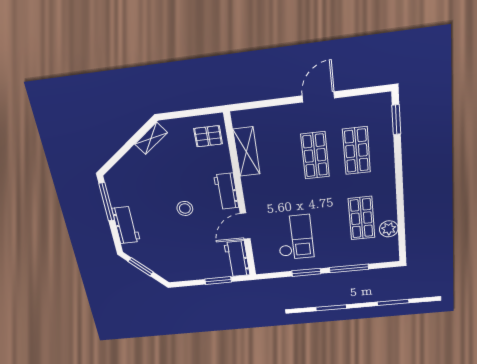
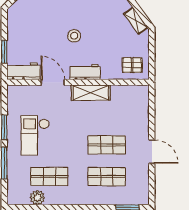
pallet: (208, 136) -> (132, 65), turned 90
shelving: (246, 152) -> (91, 93), moved
checkout: (295, 237) -> (35, 135), moved, turned 90

